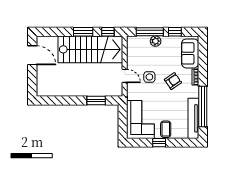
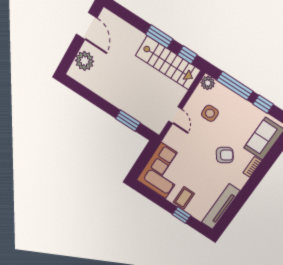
plant: (156, 41) -> (208, 83), moved
stairs: (90, 49) -> (168, 63), width x0.73, depth x0.66
side table: (149, 77) -> (210, 113), moved
plant: (44, 79) -> (85, 61), added
window: (203, 107) -> (239, 202), removed
window: (159, 143) -> (182, 215), moved

